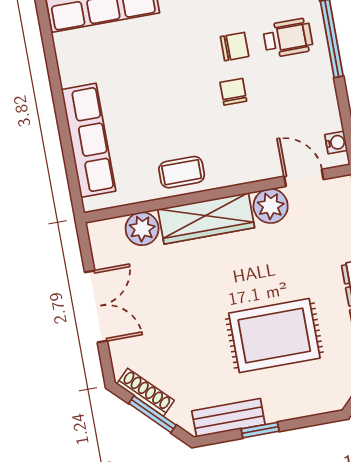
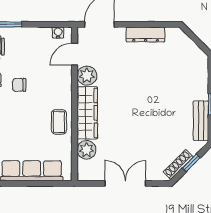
rug: (274, 336) -> (160, 87), removed
window: (152, 414) -> (191, 163), width x0.67

